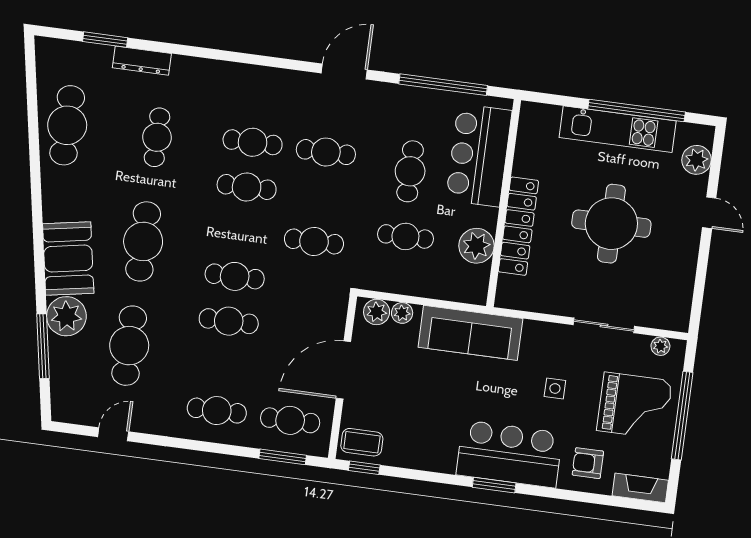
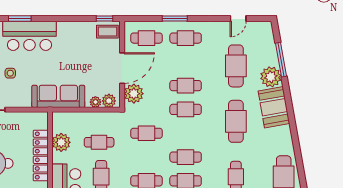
plant: (328, 319) -> (134, 94), added
window: (283, 457) -> (175, 18), moved
window: (494, 485) -> (20, 18), moved

